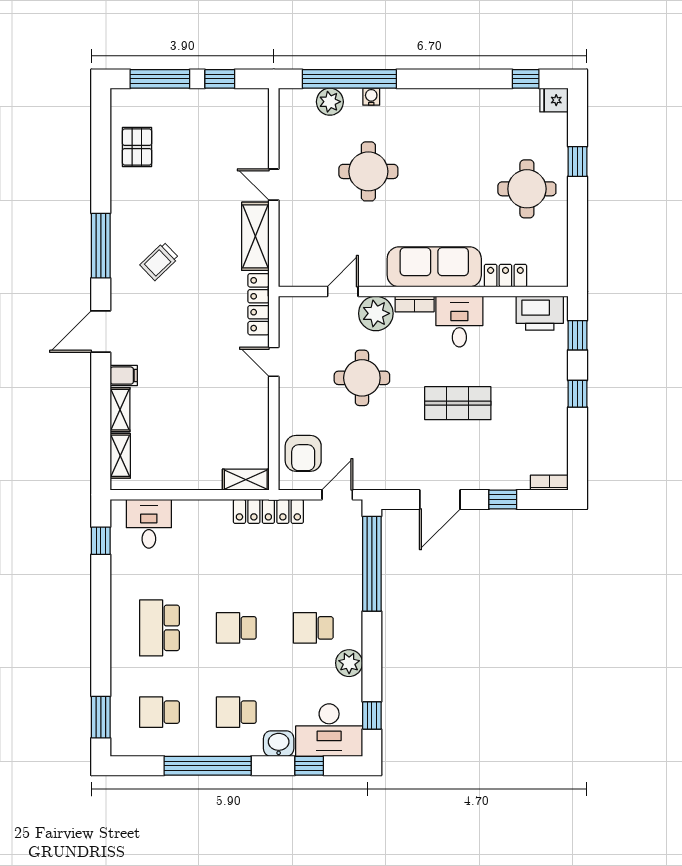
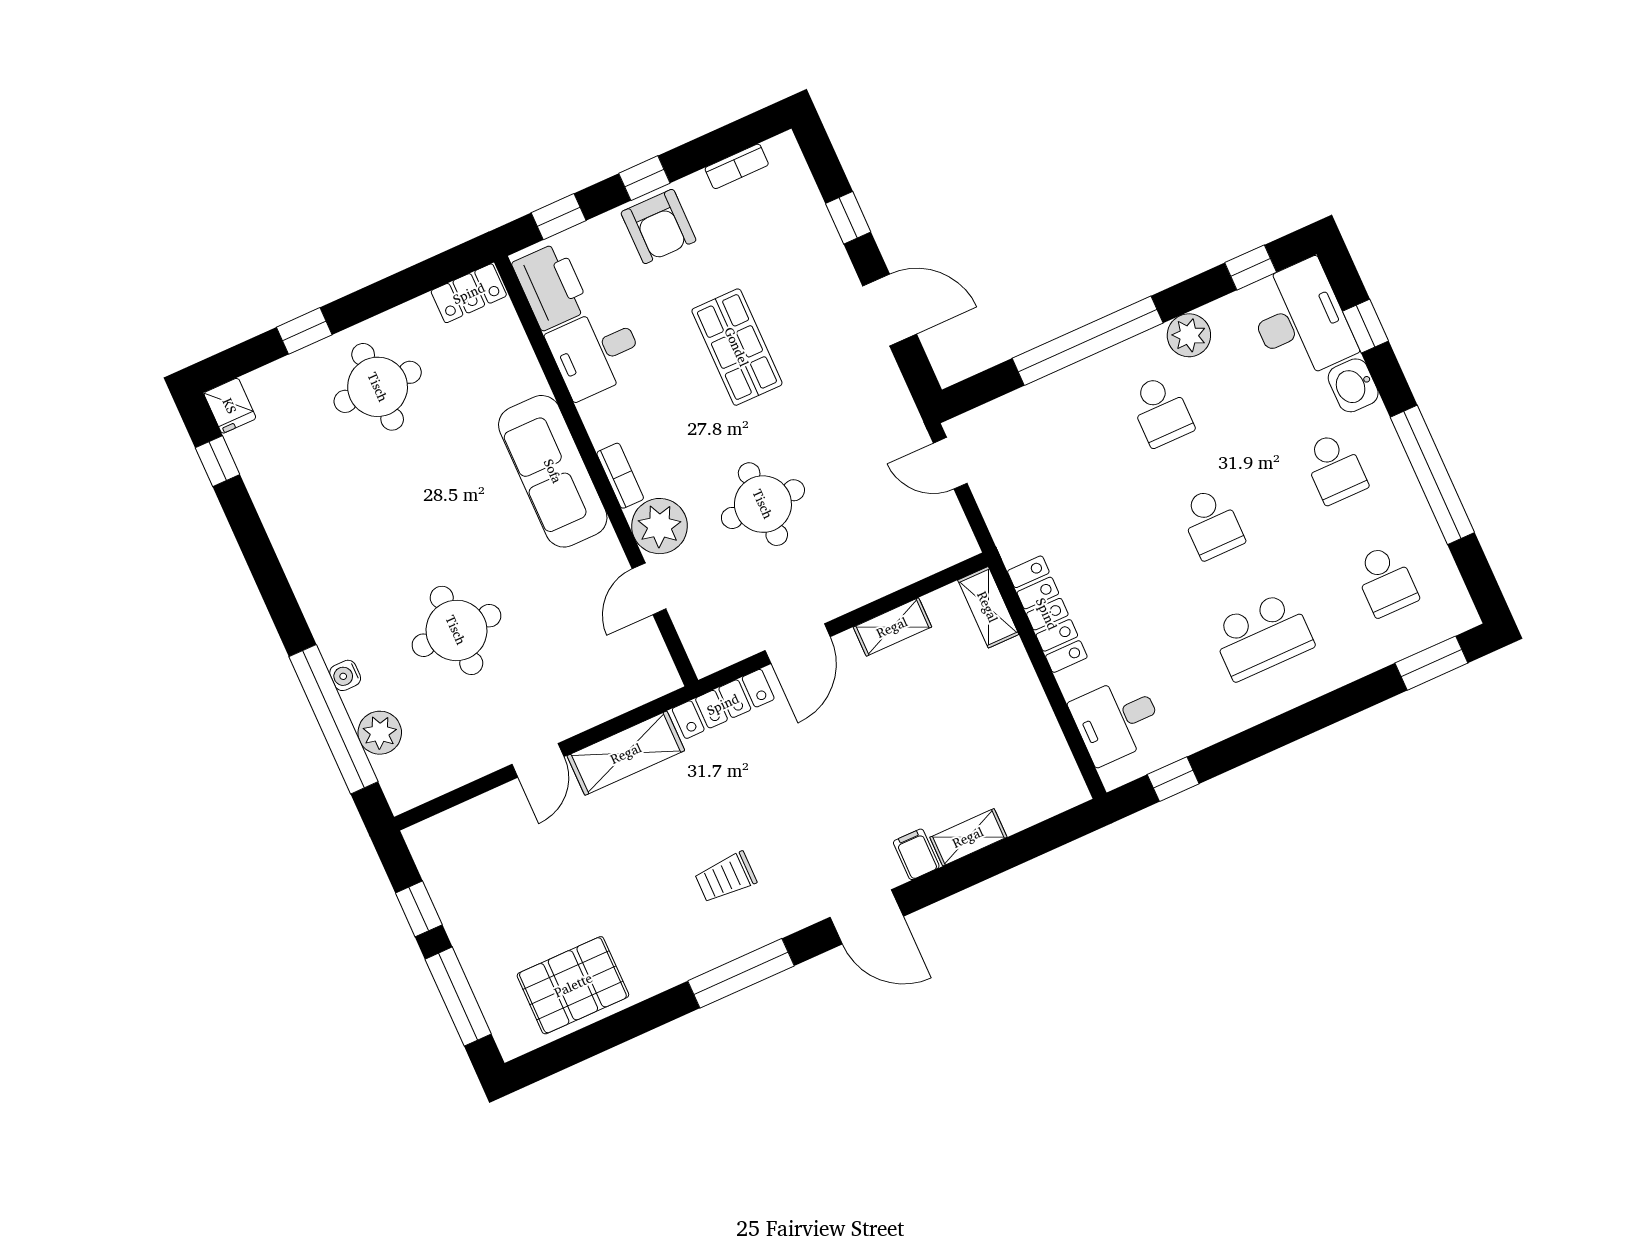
pallet: (137, 147) -> (573, 985), width x1.50, depth x1.42
trolley: (159, 261) -> (726, 877), turned 134
locker: (505, 276) -> (469, 293), moved, turned -90
door: (343, 291) -> (649, 589), hinge flipped
desk: (459, 322) -> (596, 353), moved
door: (274, 362) -> (798, 644), width x1.38
armchair: (303, 453) -> (659, 226), moved, turned 90
shelving: (120, 456) -> (892, 627), moved
bookcase: (549, 483) -> (737, 166), moved, turned -90
locker: (268, 511) -> (1047, 614), moved
window: (372, 564) -> (1088, 341), moved

